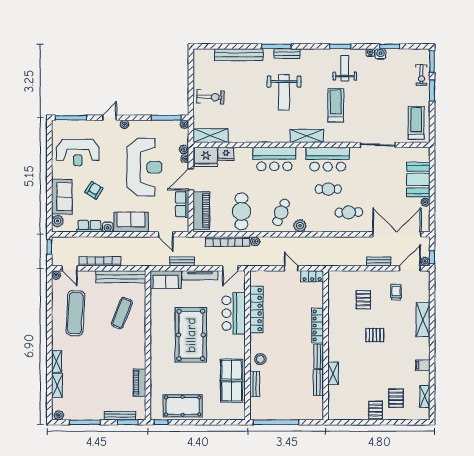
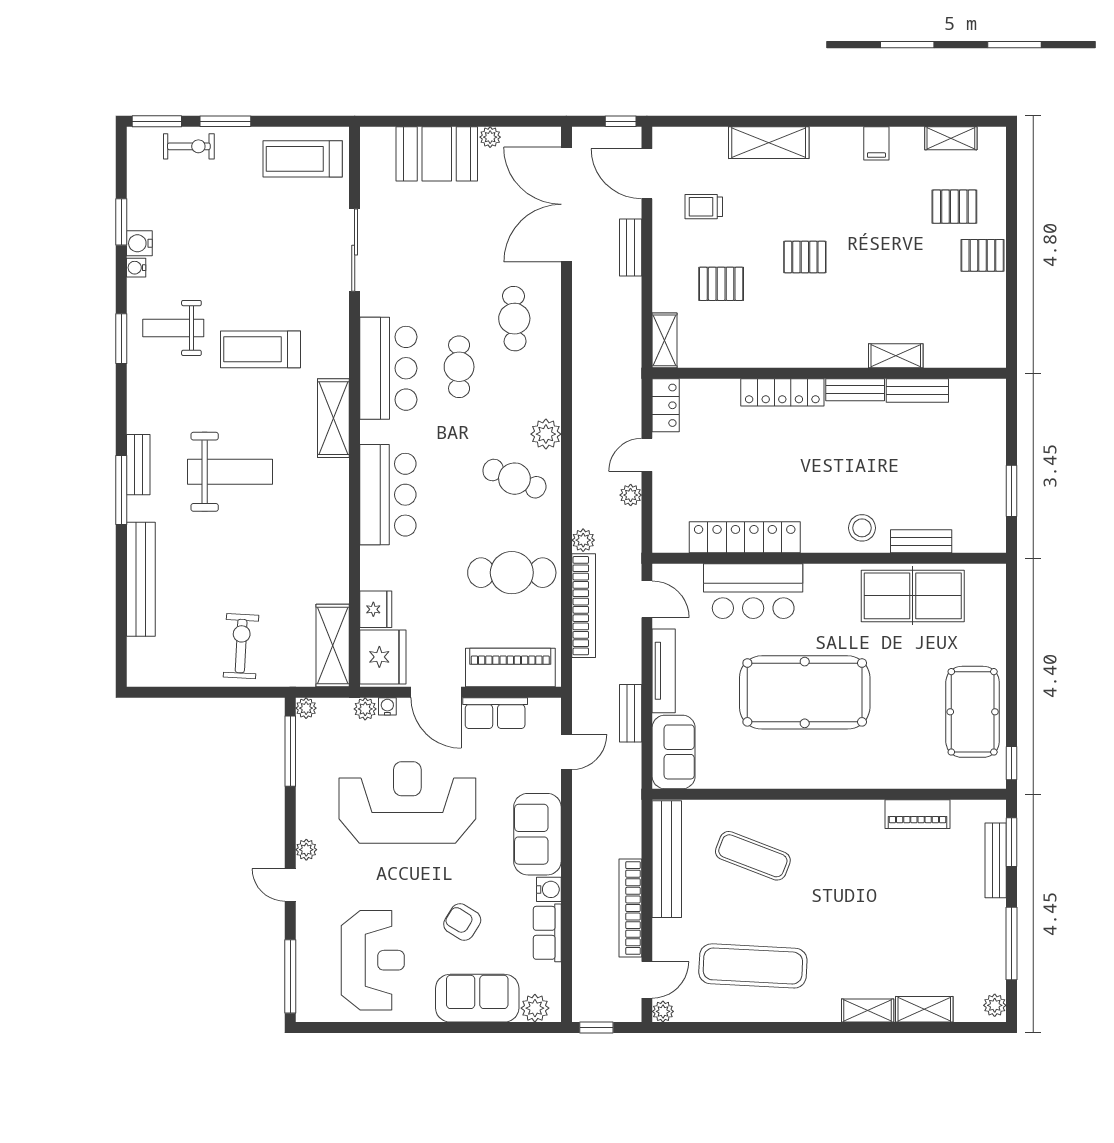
plant: (425, 261) -> (631, 495), moved
shelving: (339, 276) -> (665, 340), added
pallet: (375, 335) -> (805, 257), turned 90
window: (276, 422) -> (1012, 491), width x0.47

